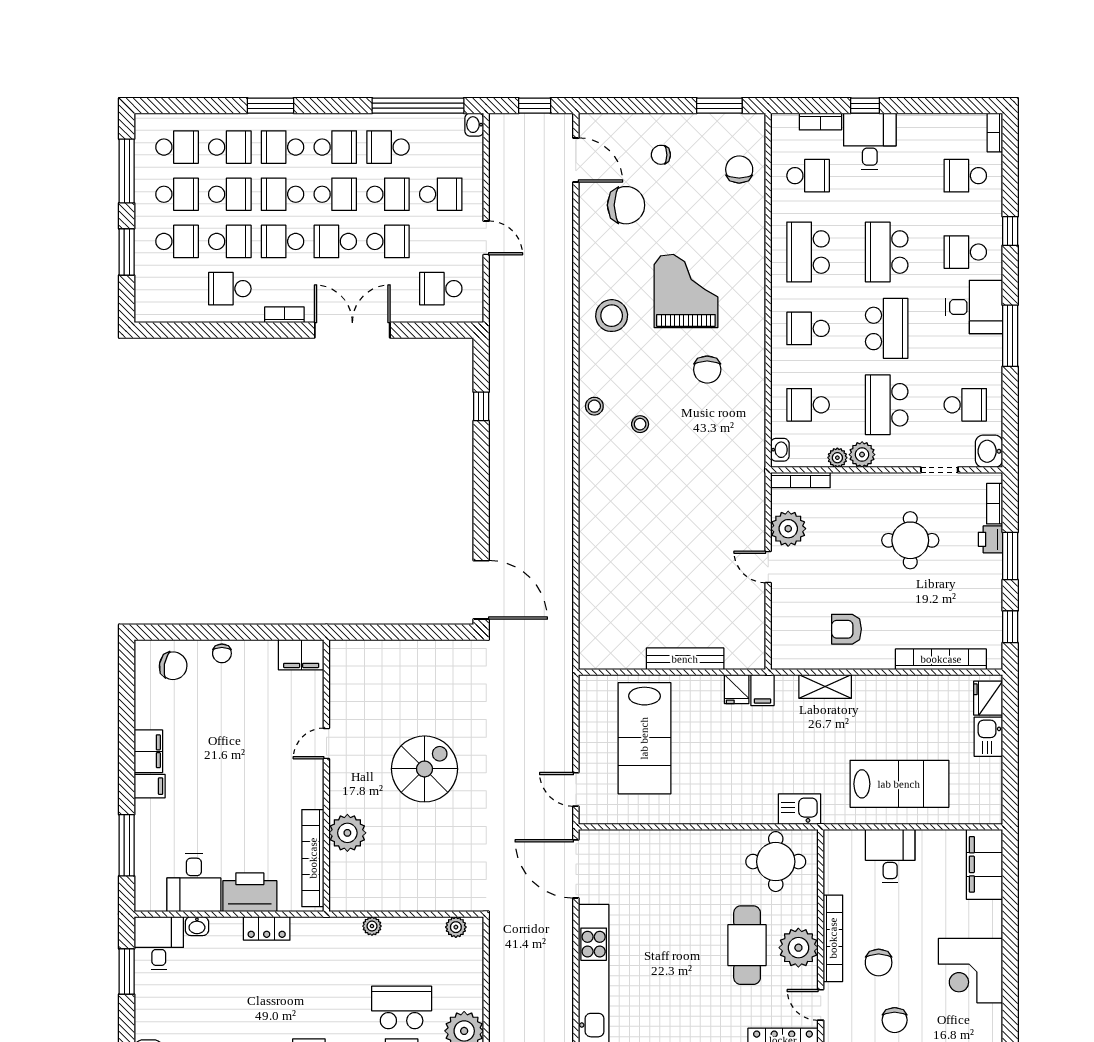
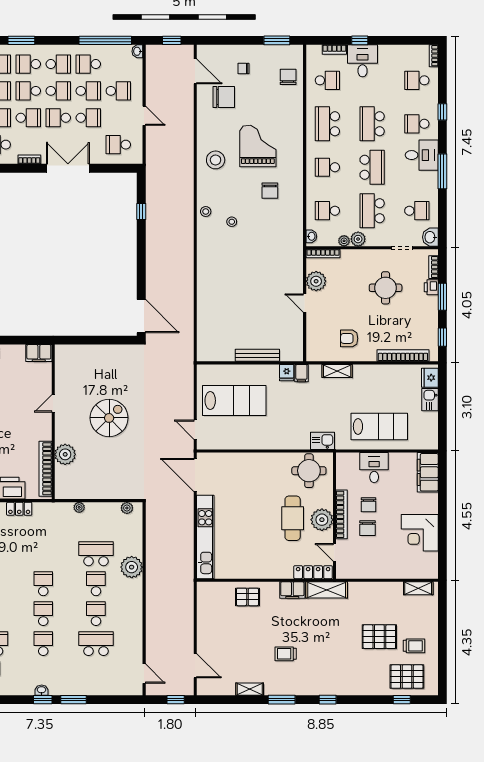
school desk: (283, 241) -> (28, 118), turned 180
lab bench: (644, 738) -> (234, 401), turned -90
chair: (895, 1020) -> (368, 505), moved

